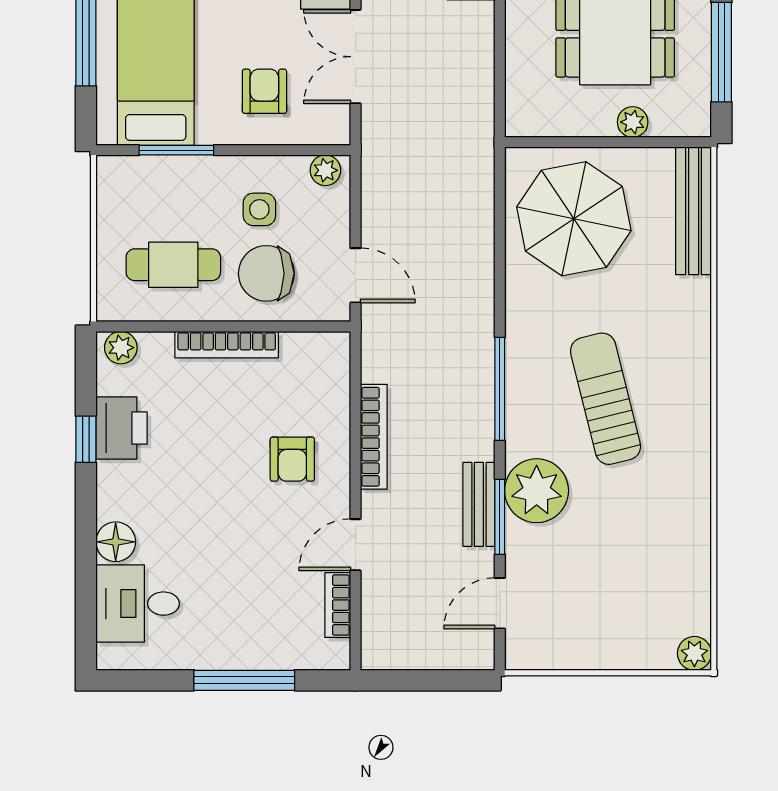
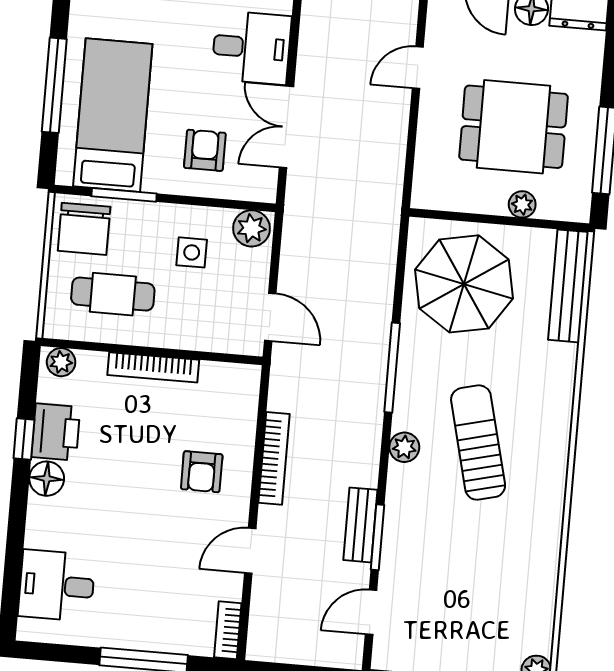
plant: (325, 170) -> (252, 228), width x1.38, depth x1.38
chair: (266, 273) -> (84, 229), moved, turned -90
window: (500, 389) -> (392, 368), moved
plant: (537, 491) -> (404, 447), moved, width x0.53, depth x0.53
floor lamp: (116, 542) -> (47, 479), moved
bookcase: (338, 605) -> (228, 630), moved

